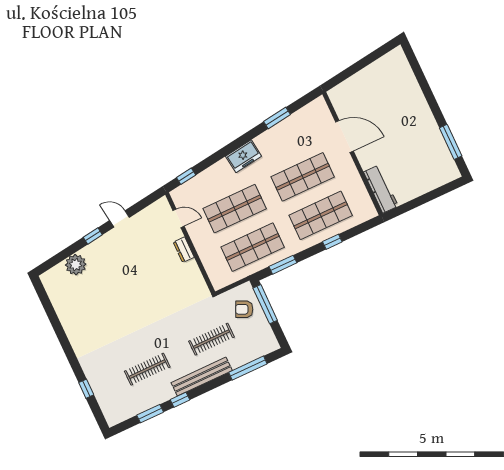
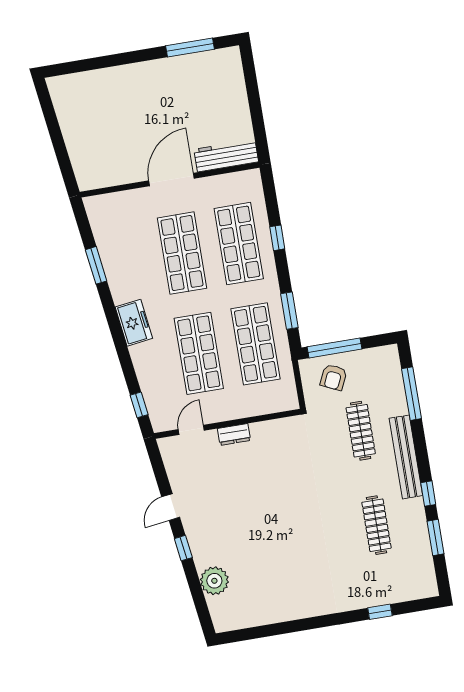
door: (345, 137) -> (172, 179), moved

